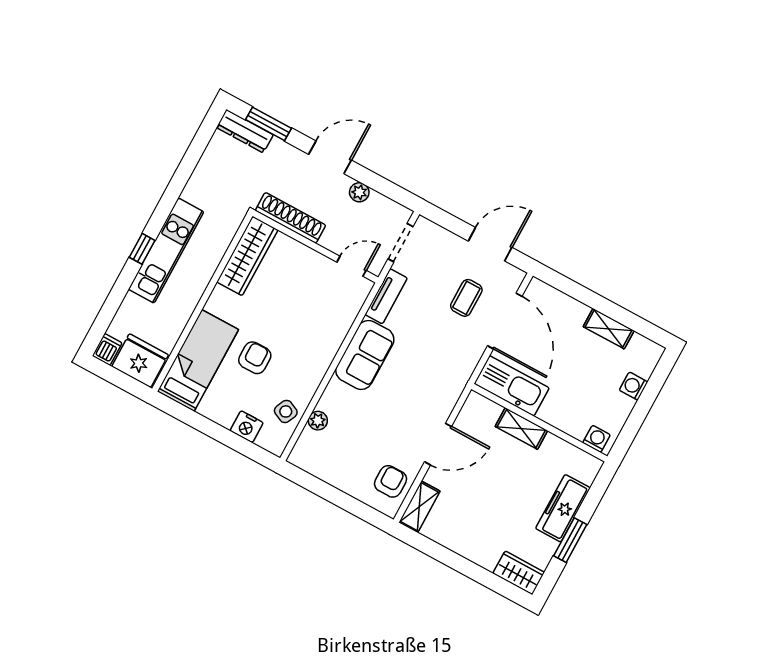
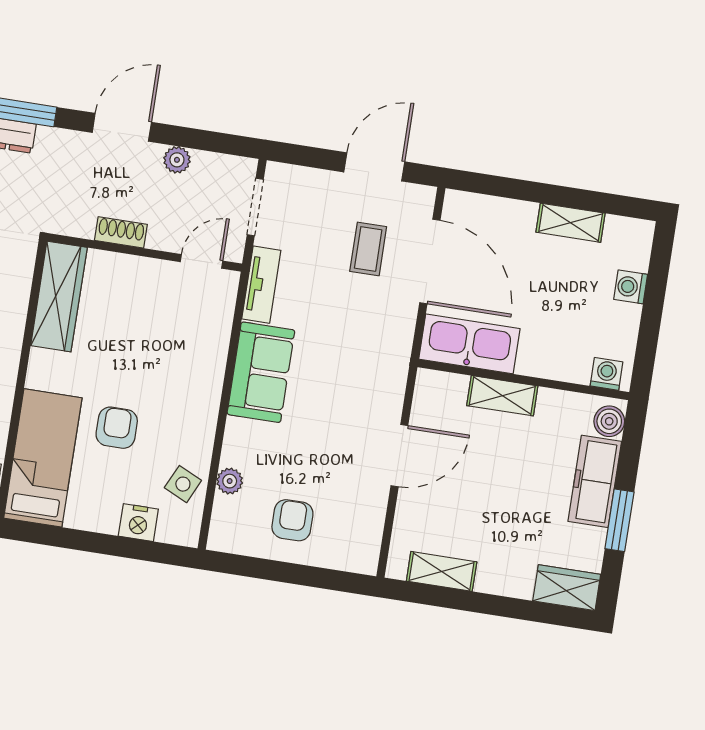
shoe rack: (291, 218) -> (121, 232), width x0.51, depth x0.81
boiler: (587, 471) -> (609, 421), added
armchair: (391, 481) -> (292, 520), moved
shelving: (419, 507) -> (442, 571), moved, turned 90

